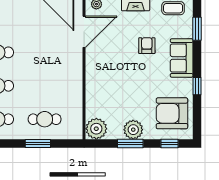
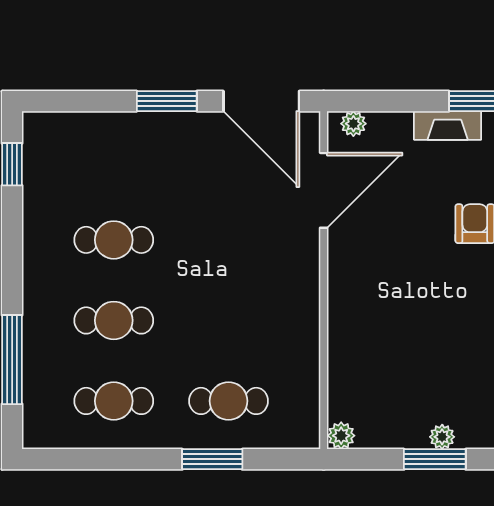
plant: (96, 129) -> (341, 436), width x0.53, depth x0.53
plant: (133, 130) -> (442, 437), width x0.53, depth x0.53

